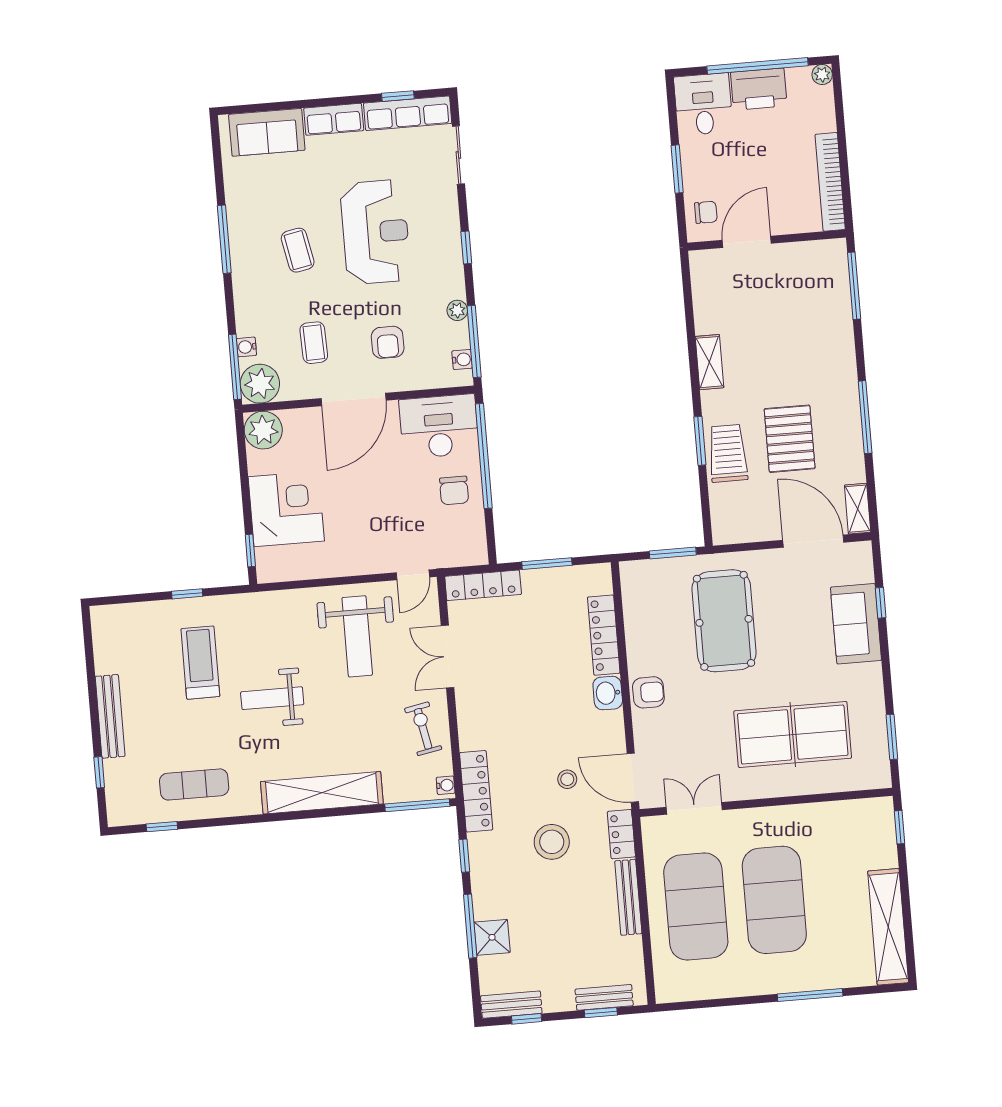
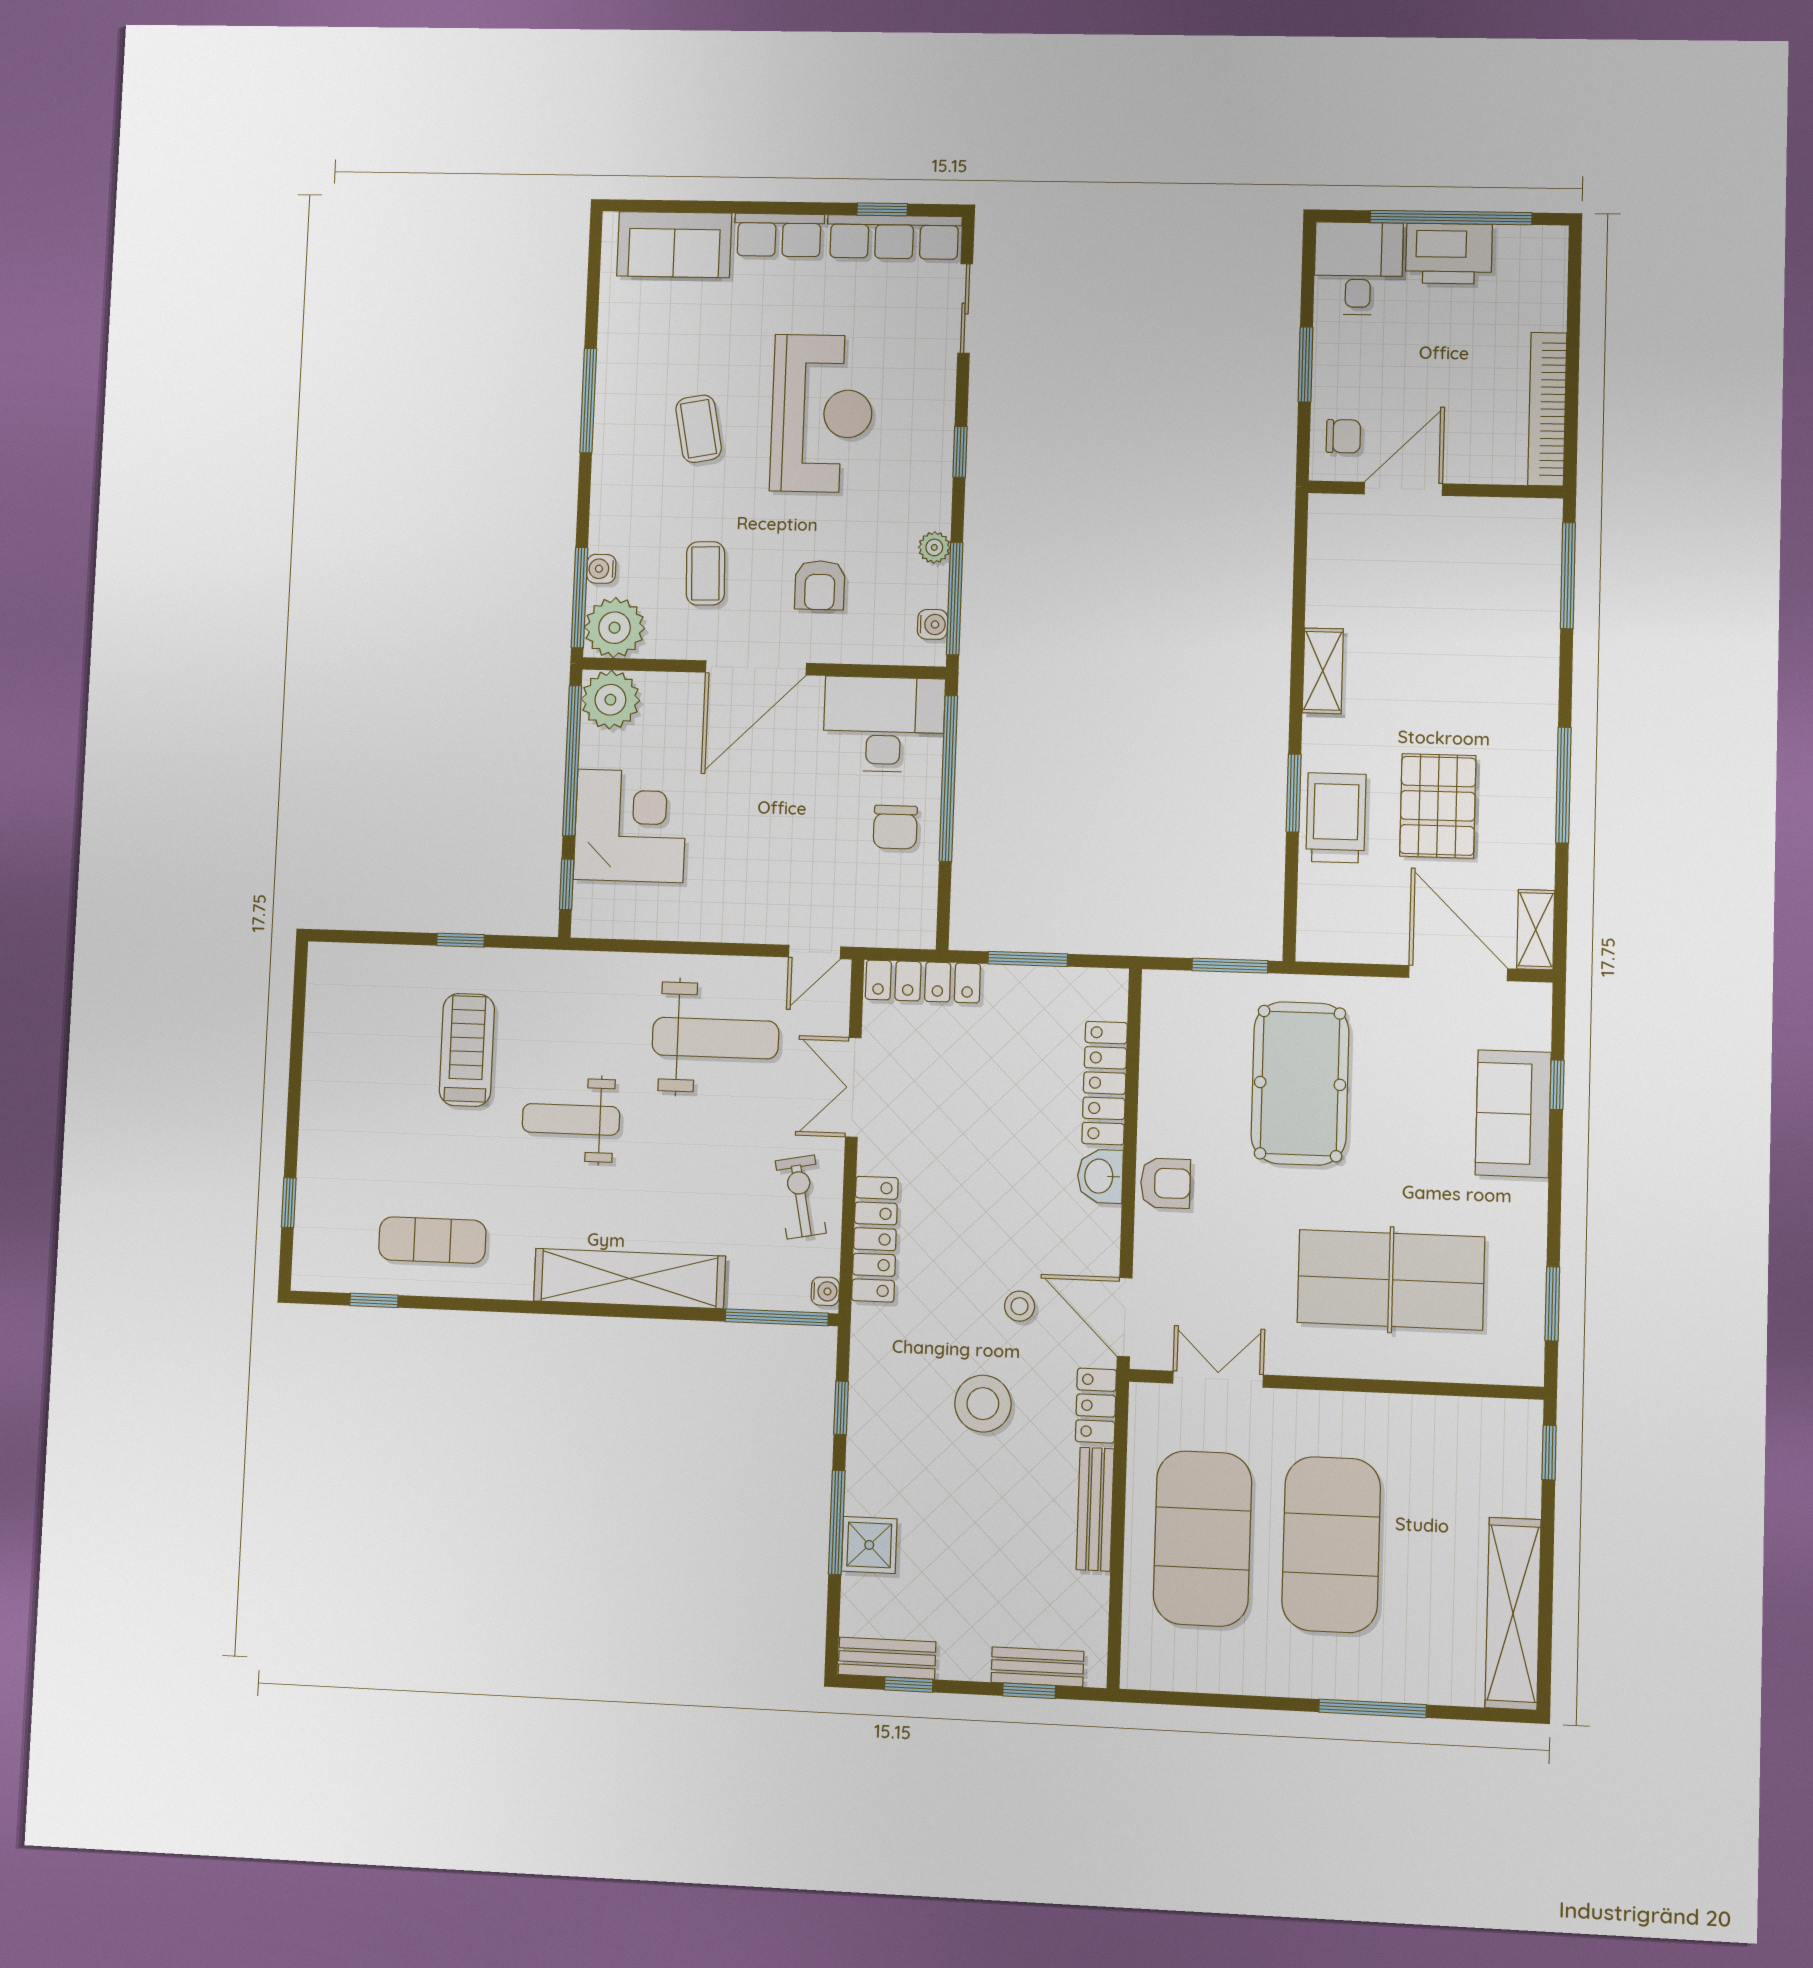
plant: (822, 75) -> (1552, 241), removed
window: (244, 472) -> (572, 761), added
weight bench: (357, 636) -> (715, 1038), turned -90
bench: (110, 716) -> (317, 1117), removed
locker: (476, 791) -> (875, 1239), moved

